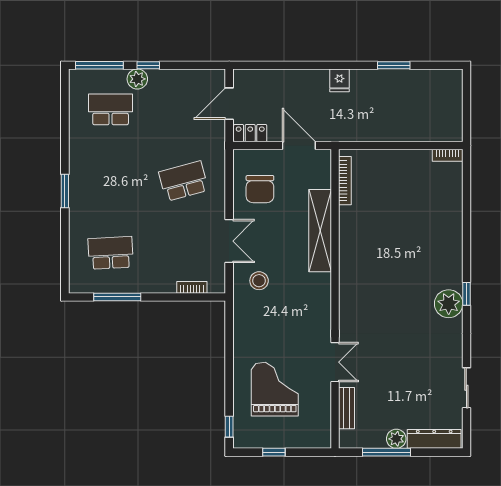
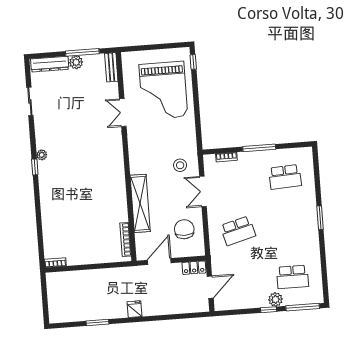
door: (299, 146) -> (159, 262), swing flipped
window: (117, 297) -> (259, 148), moved
plant: (449, 304) -> (42, 155), width x0.53, depth x0.53
grand piano: (275, 389) -> (163, 90), width x1.37, depth x1.48
bench: (347, 408) -> (111, 67), moved
window: (274, 452) -> (161, 47), removed

